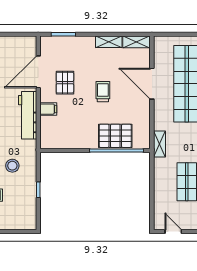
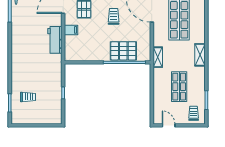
workbench: (28, 115) -> (55, 40), width x0.73
stool: (12, 166) -> (43, 74), removed

